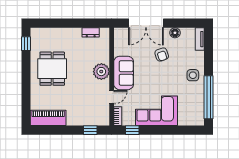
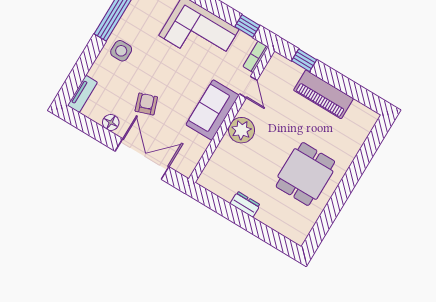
dresser: (91, 32) -> (245, 204), moved
window: (26, 44) -> (320, 229), removed
door: (112, 97) -> (248, 87), swing flipped
piano: (48, 118) -> (323, 94), moved

